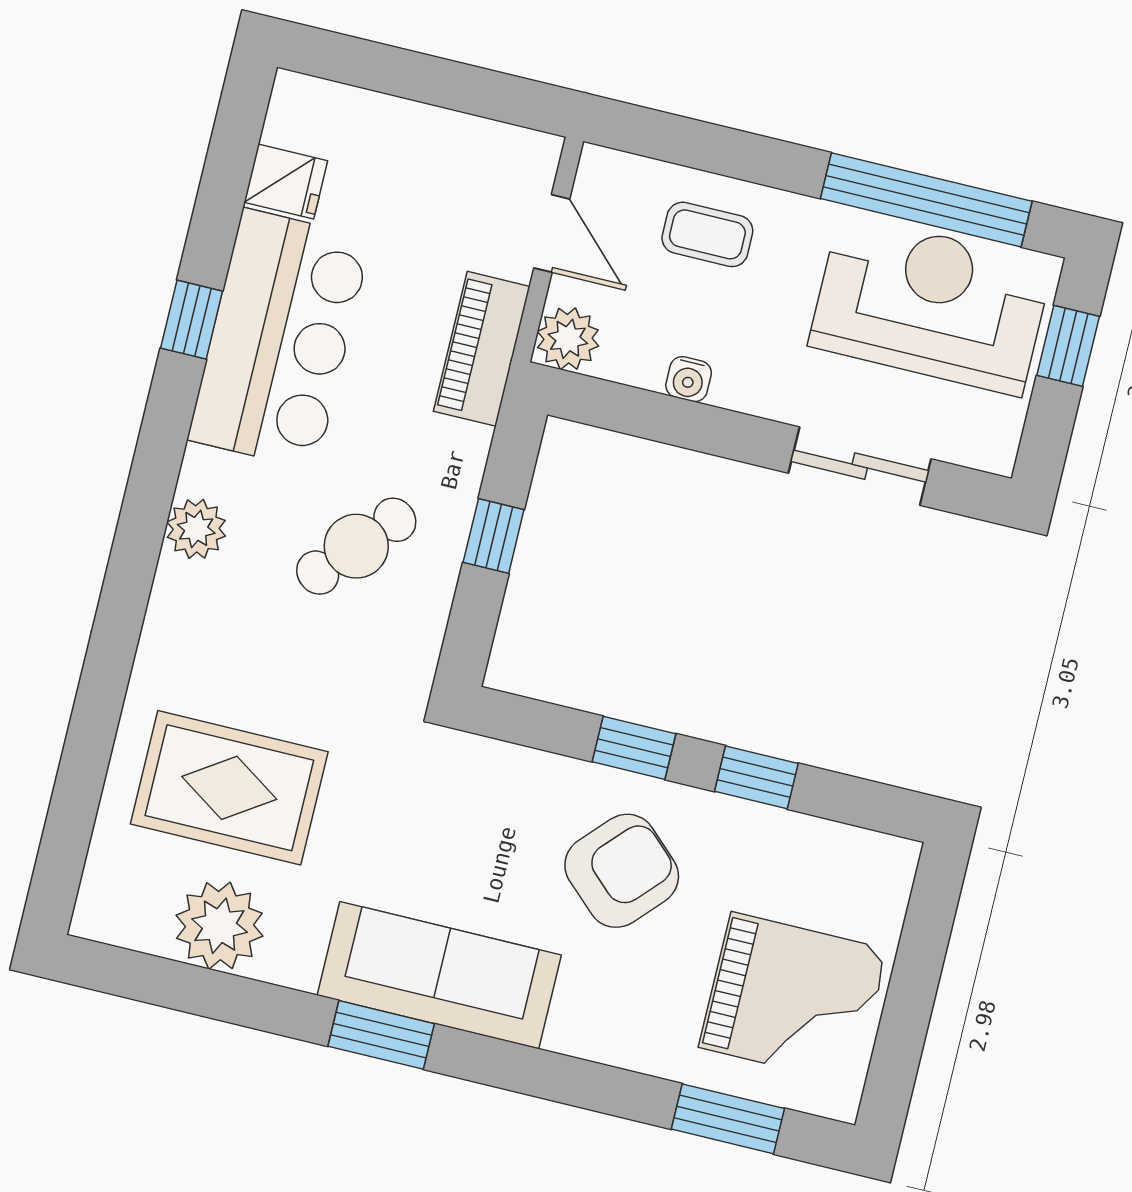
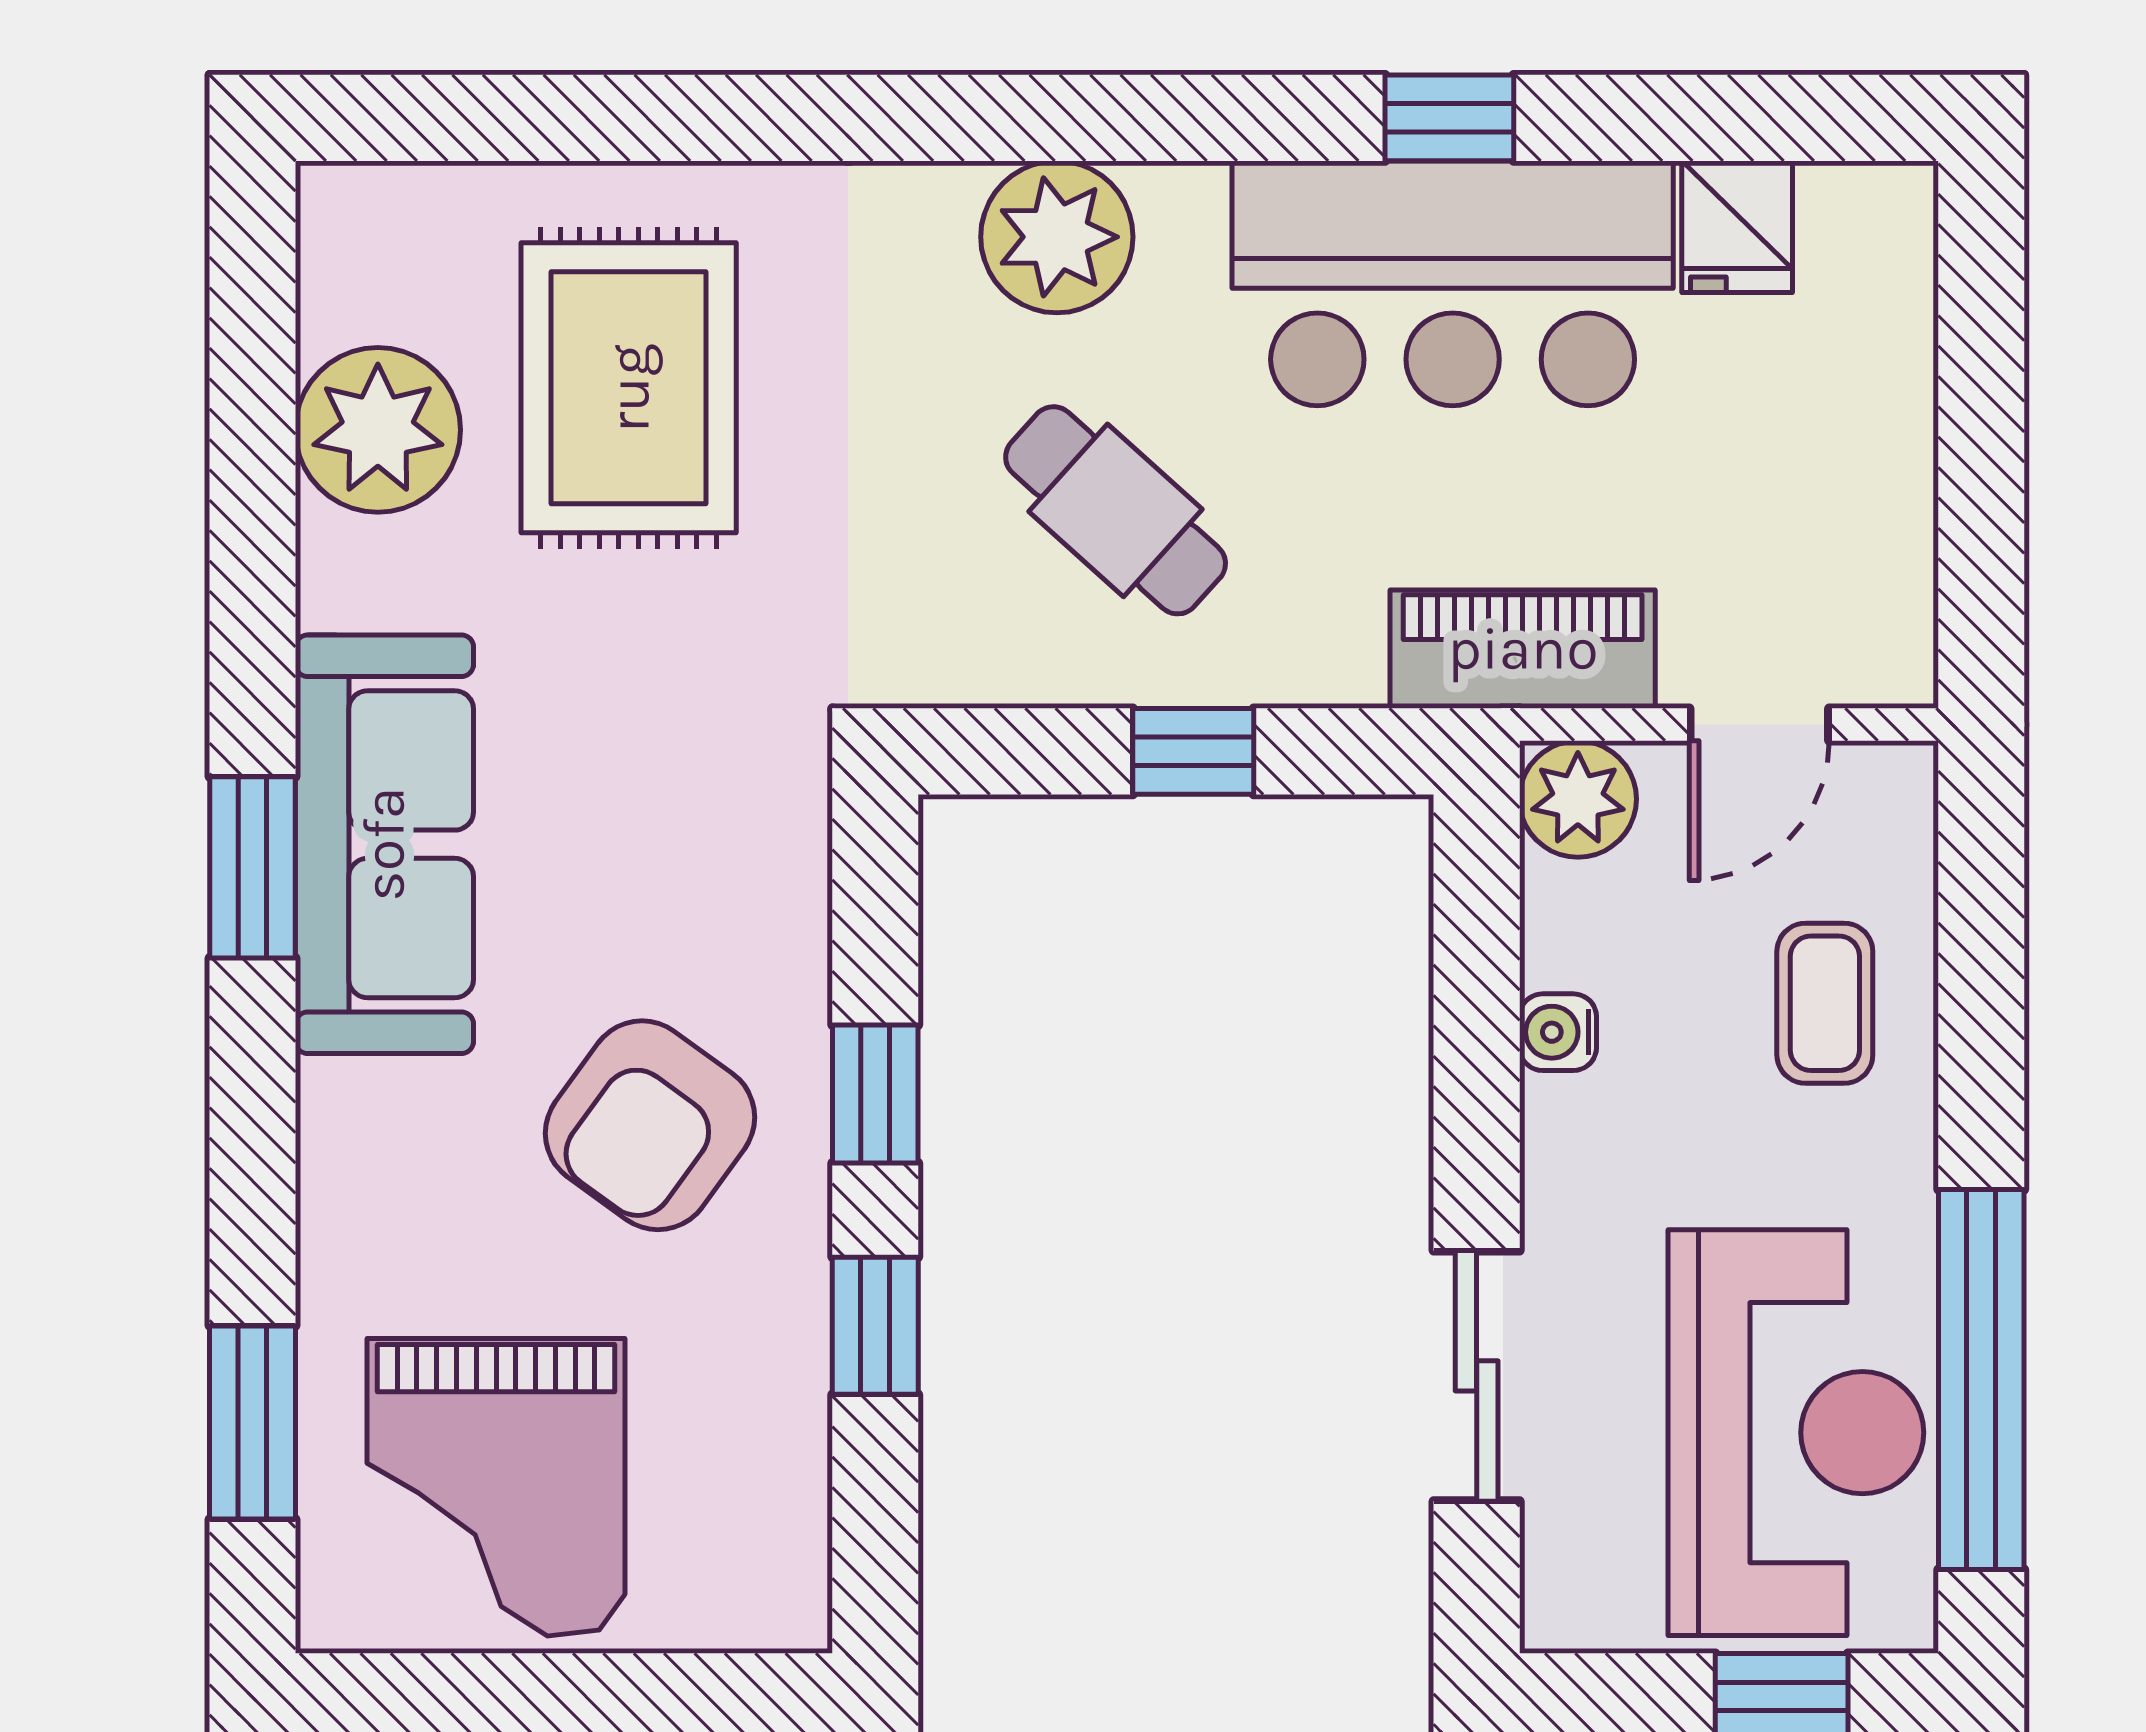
plant: (196, 529) -> (1057, 237), width x1.36, depth x1.36
armchair: (622, 871) -> (650, 1125), turned 83
window: (381, 1035) -> (252, 867), moved

